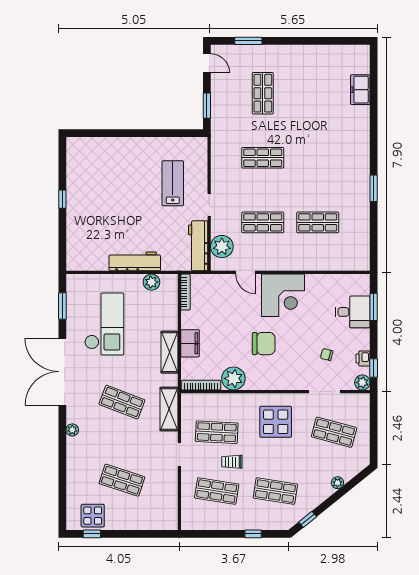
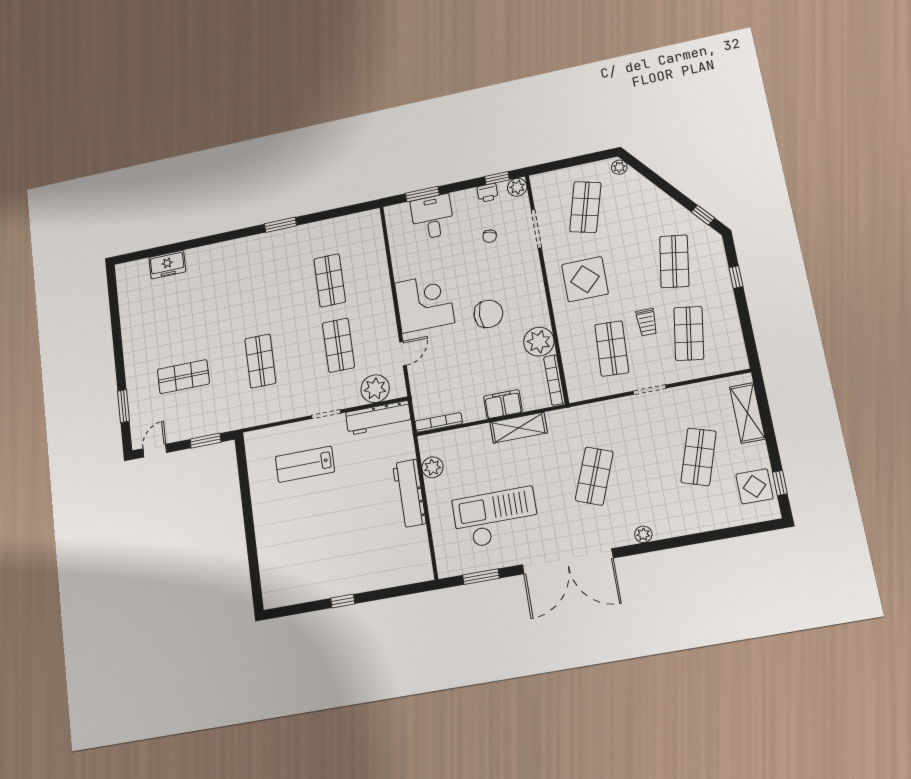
chair: (264, 344) -> (488, 314), turned 90
shelving: (169, 409) -> (747, 413), moved, turned 90
plant: (337, 483) -> (619, 167), moved

